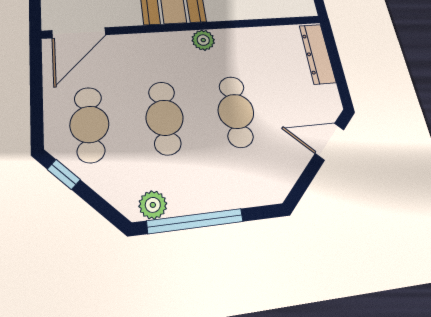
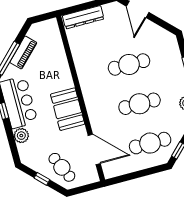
door: (79, 33) -> (94, 149), moved
plant: (203, 40) -> (88, 88), removed

